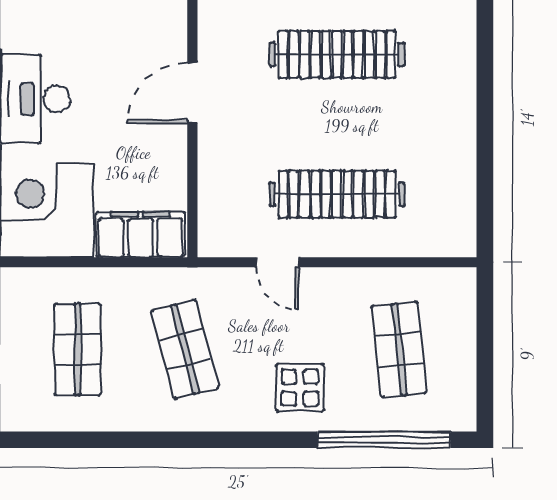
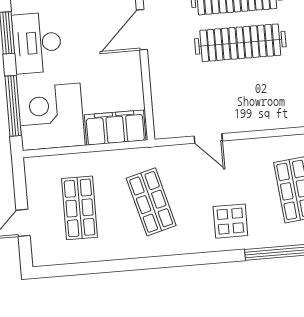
clothes rail: (337, 194) -> (240, 43), moved

